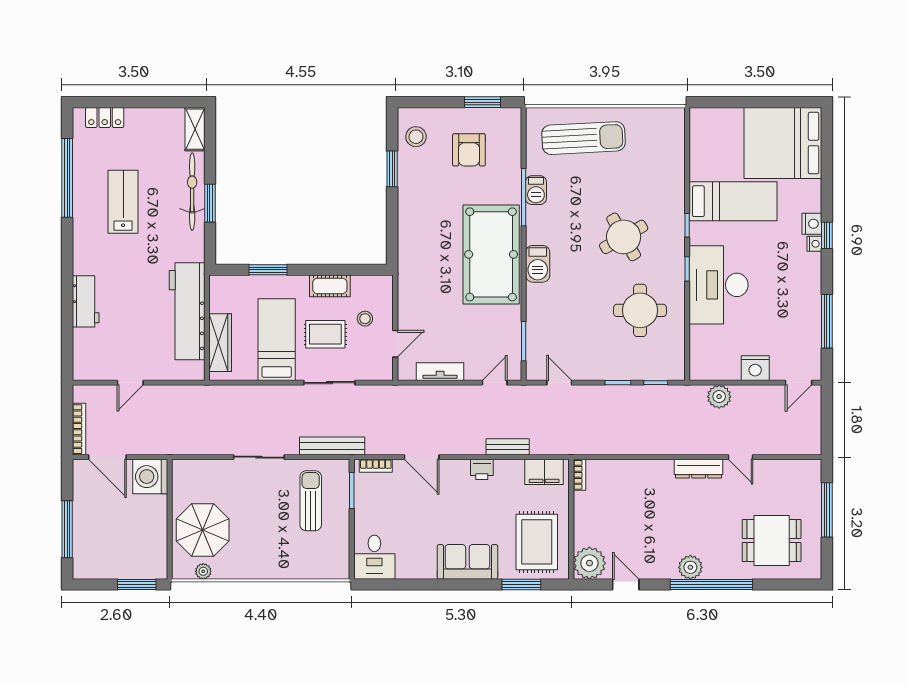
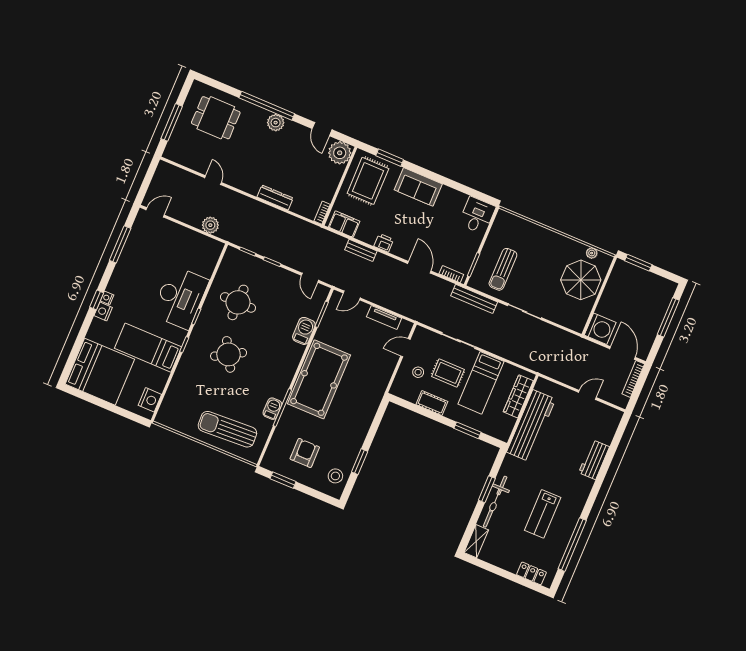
barbecue: (538, 264) -> (304, 331), moved
nightstand: (755, 368) -> (150, 400), moved, turned 90
dresser: (699, 469) -> (275, 197), moved

